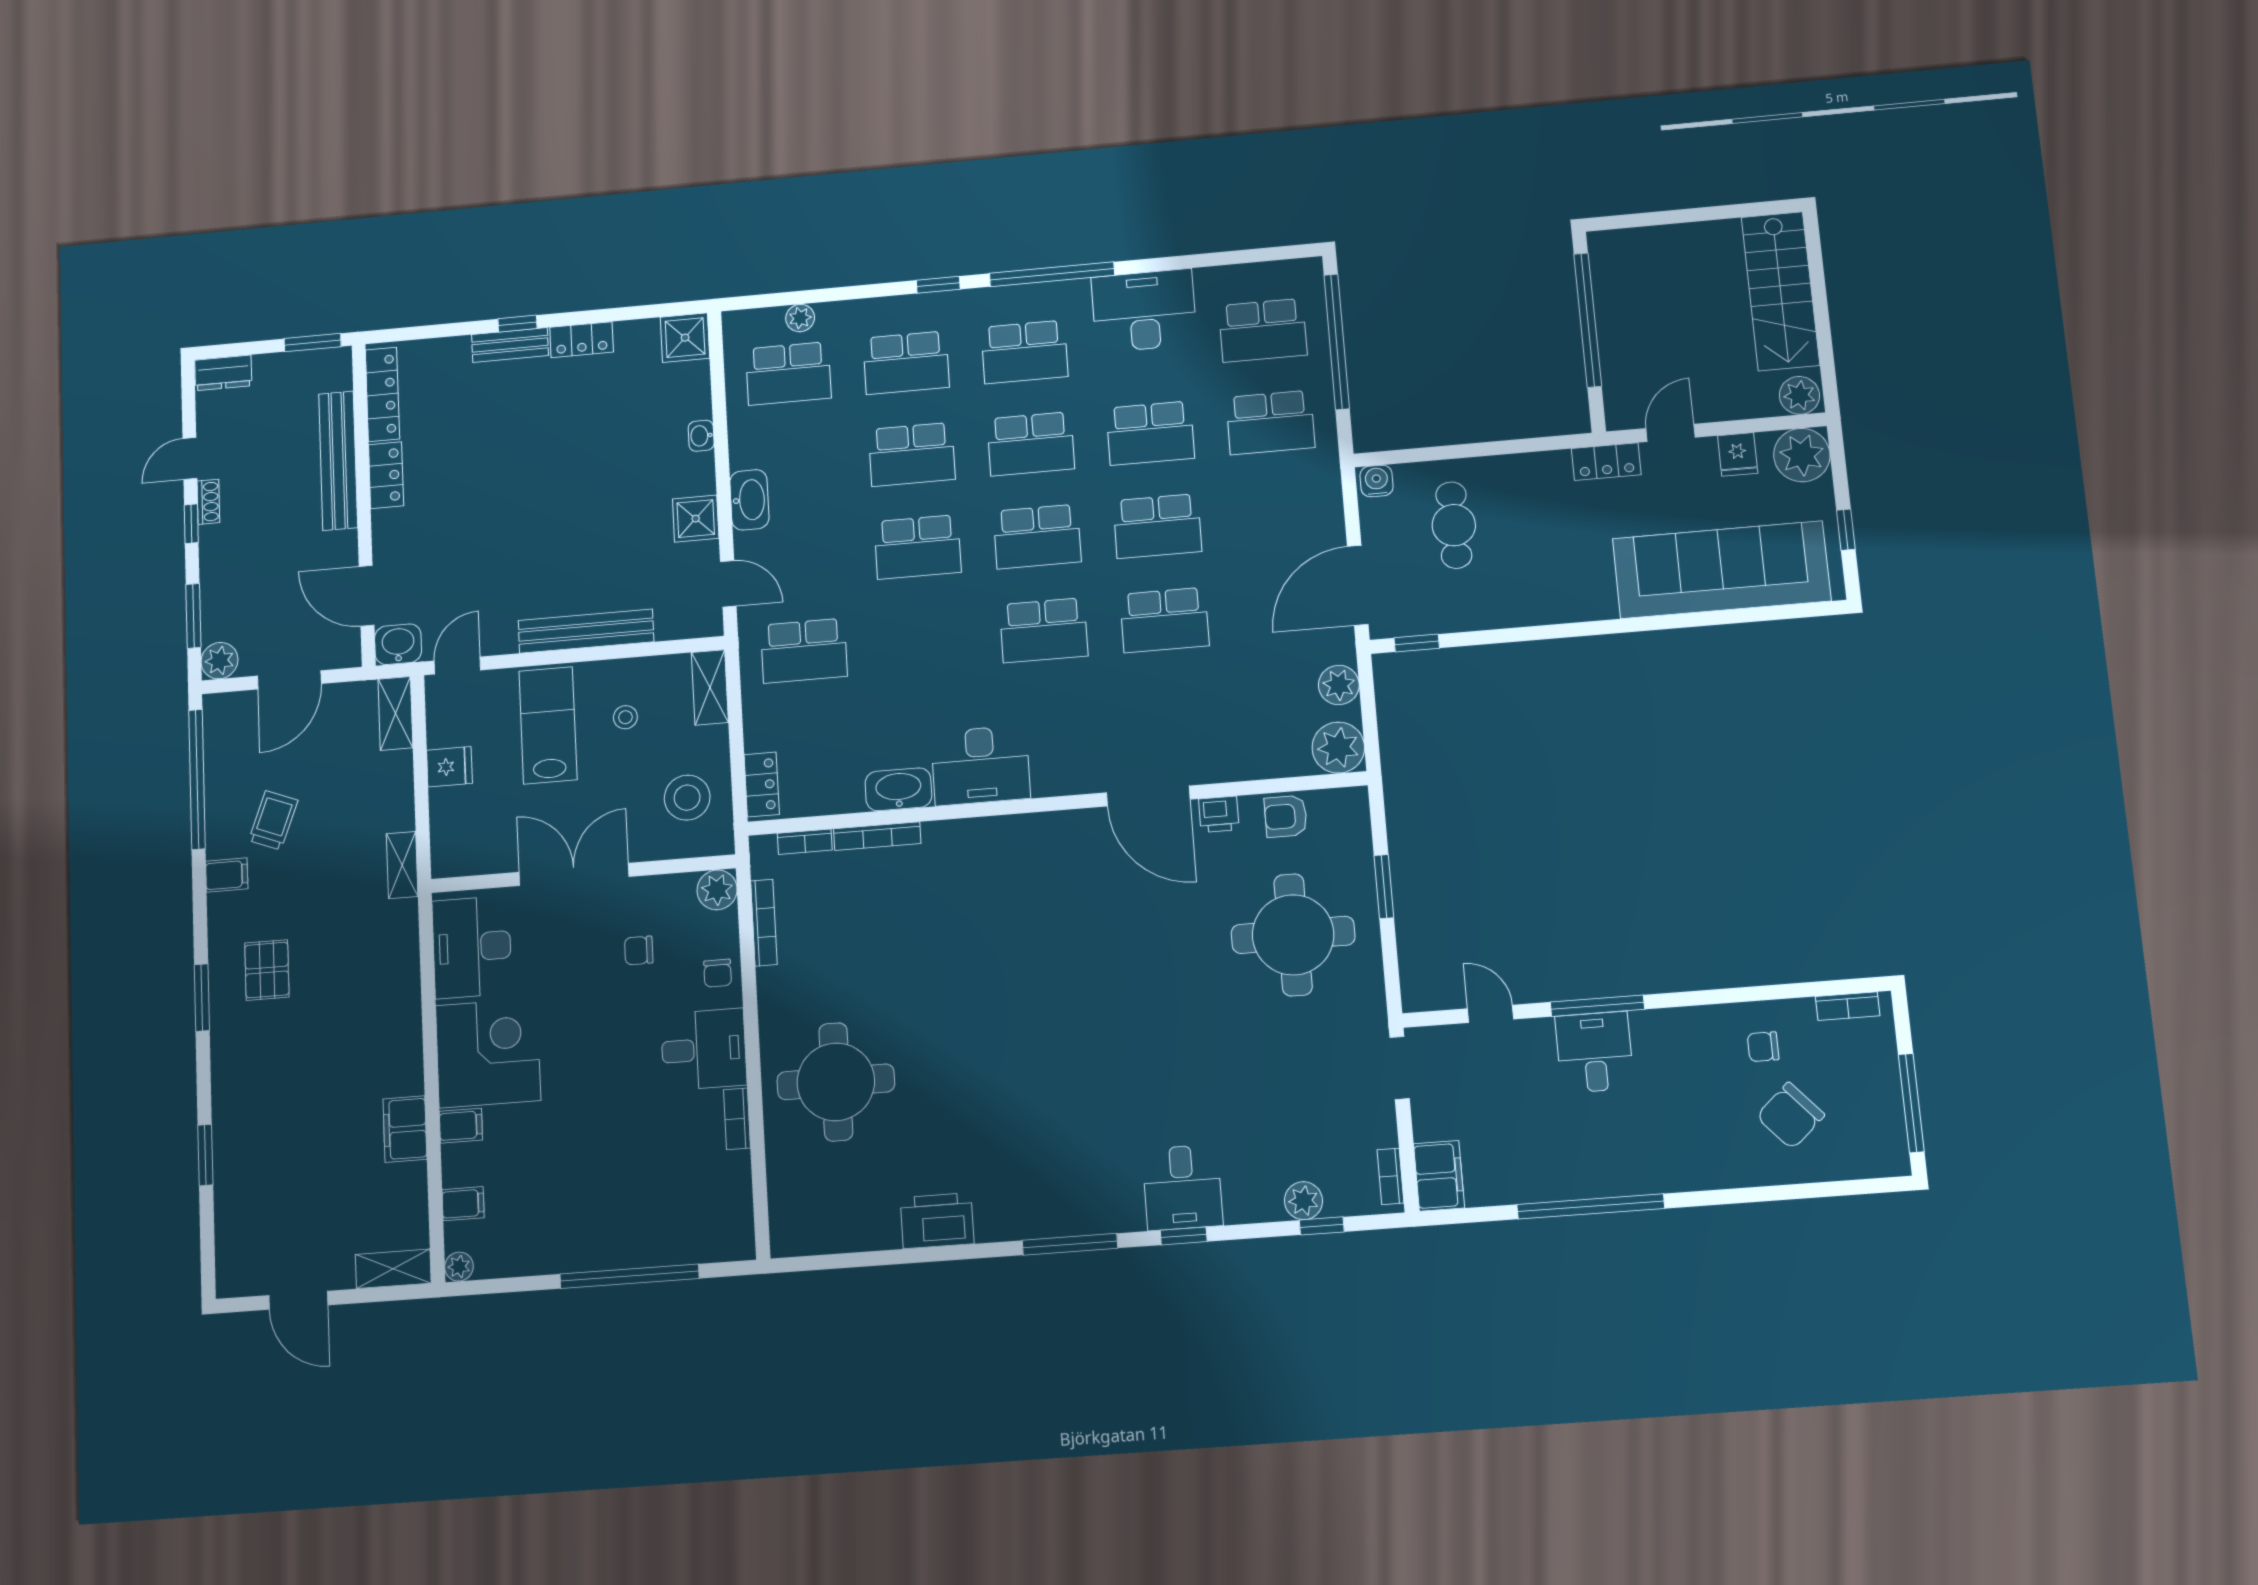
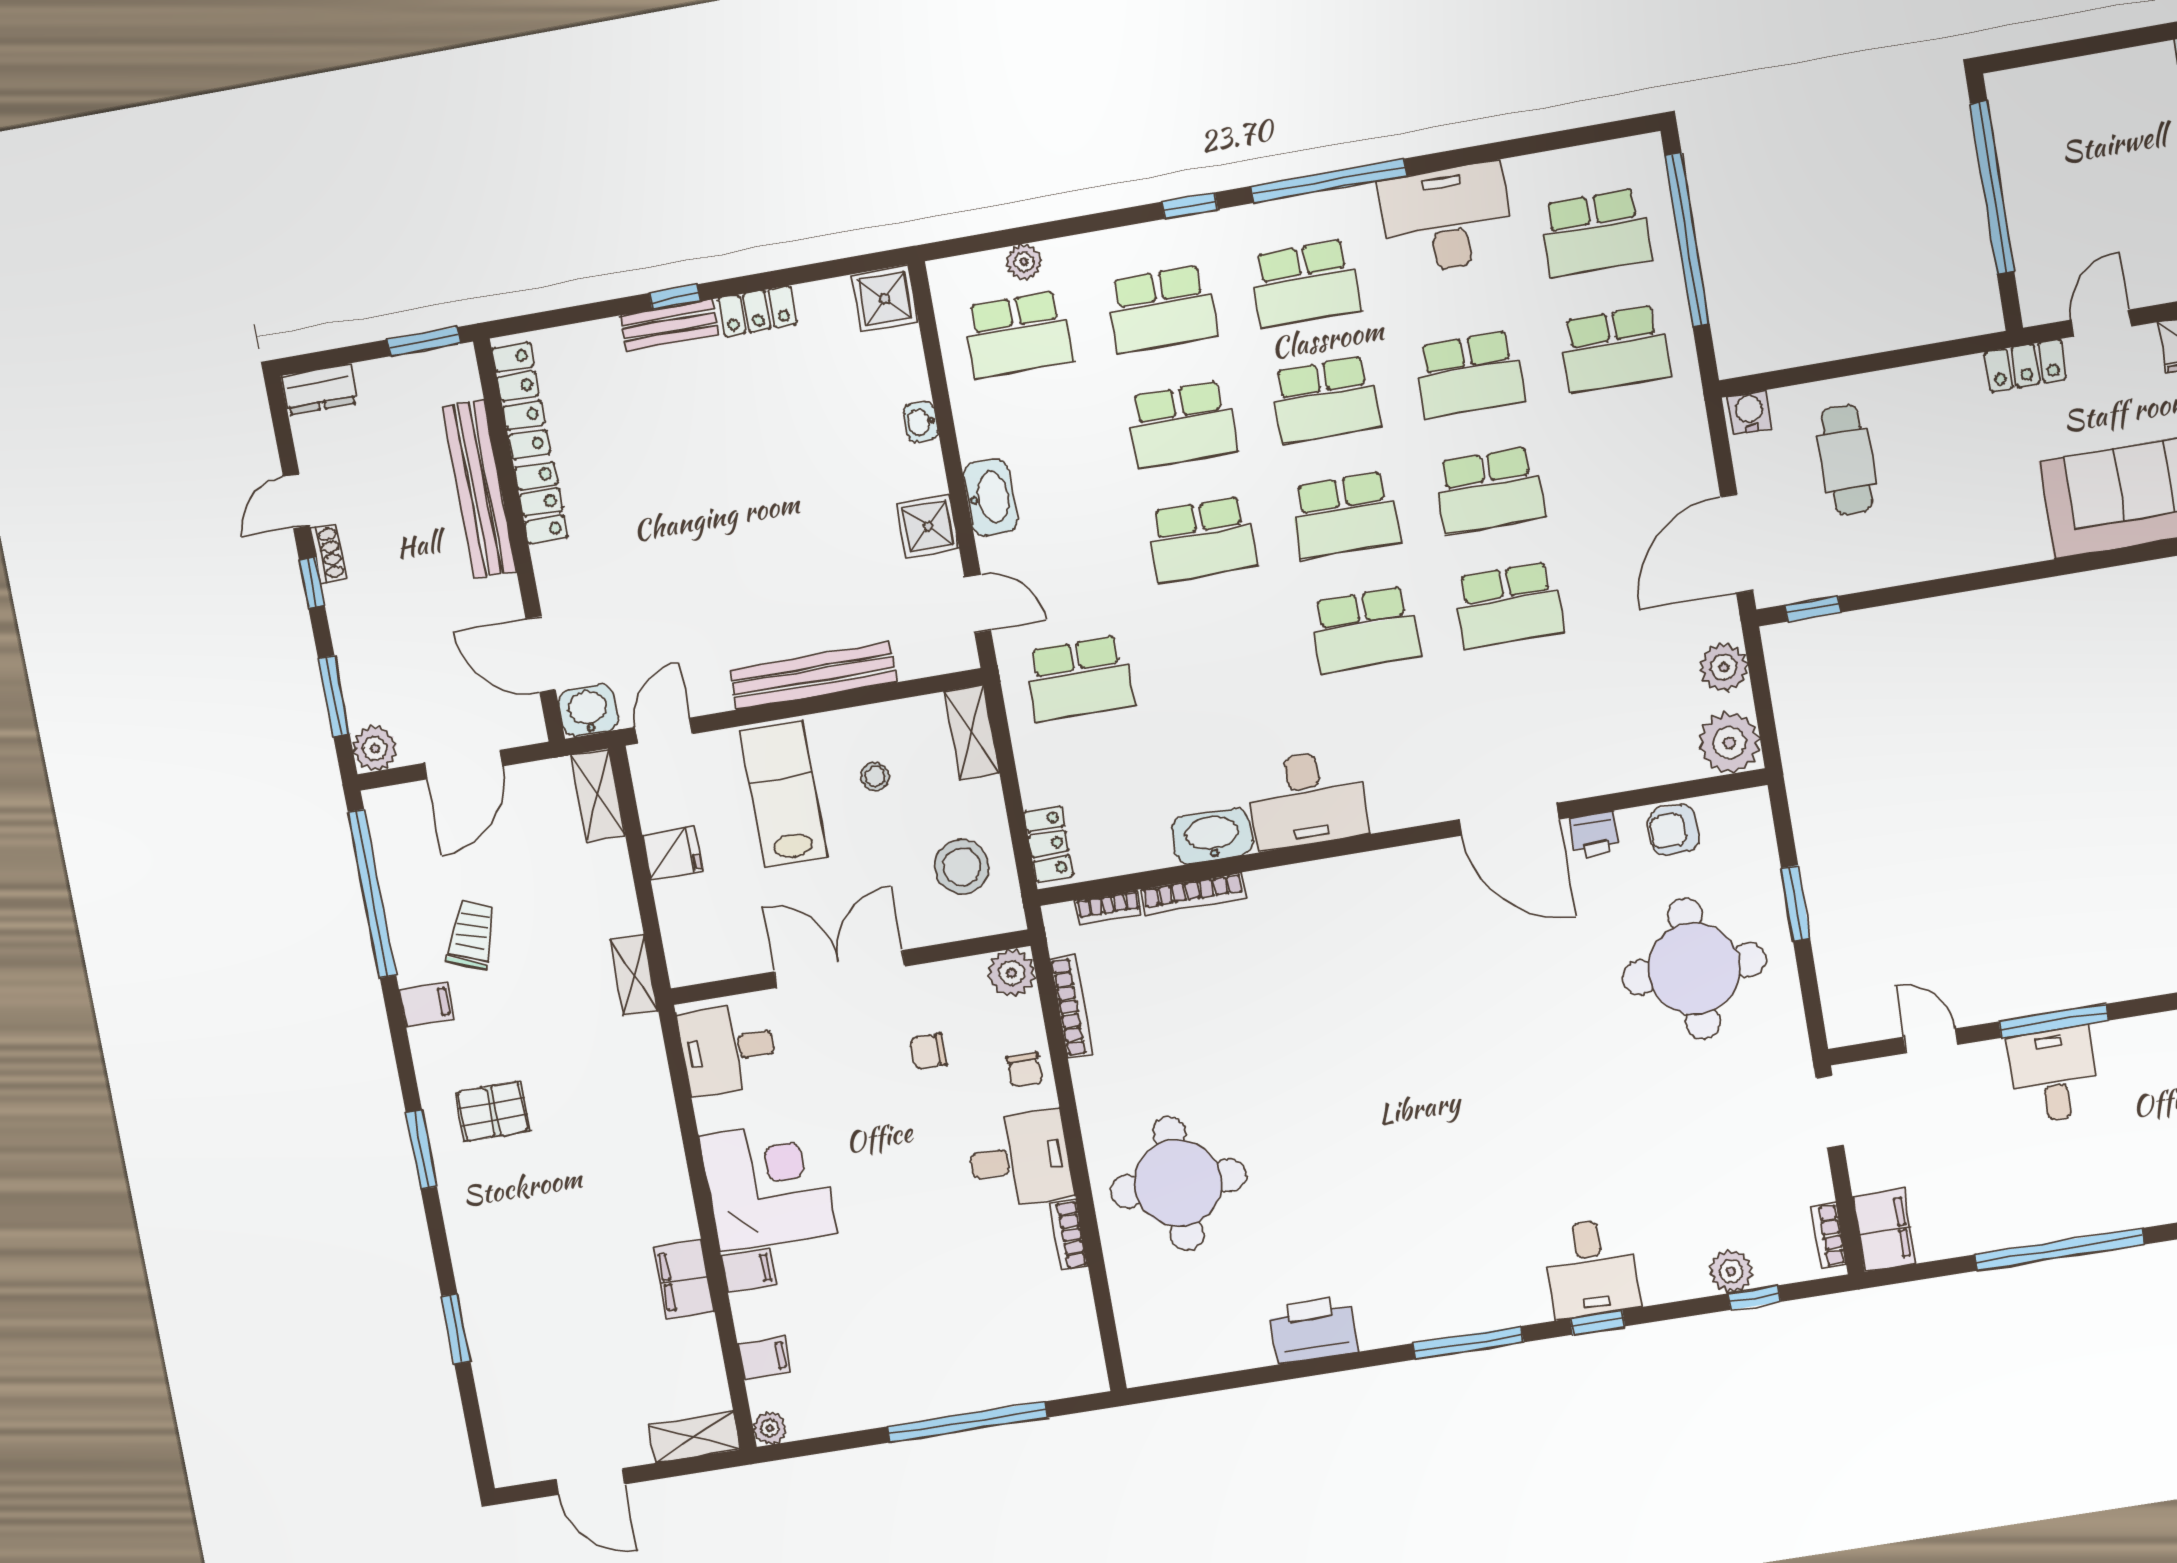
desk: (472, 947) -> (728, 1049), width x0.73
pallet: (267, 970) -> (493, 1111), turned 90

